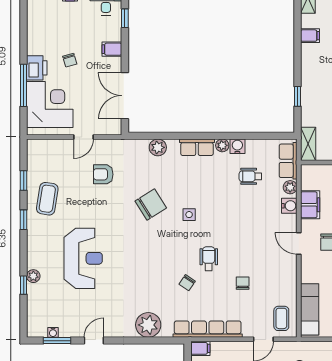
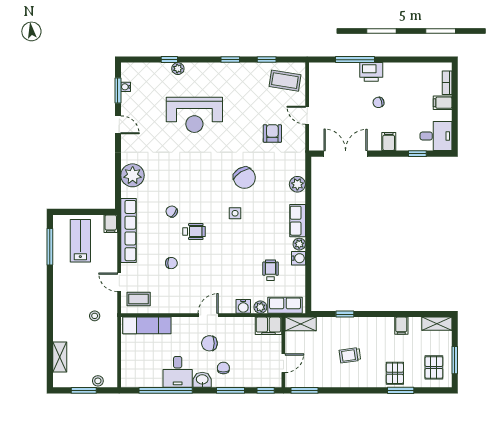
corner desk: (50, 104) -> (337, 84), removed
coffee table: (47, 199) -> (285, 81), moved
filing cabinet: (310, 205) -> (268, 326), moved

